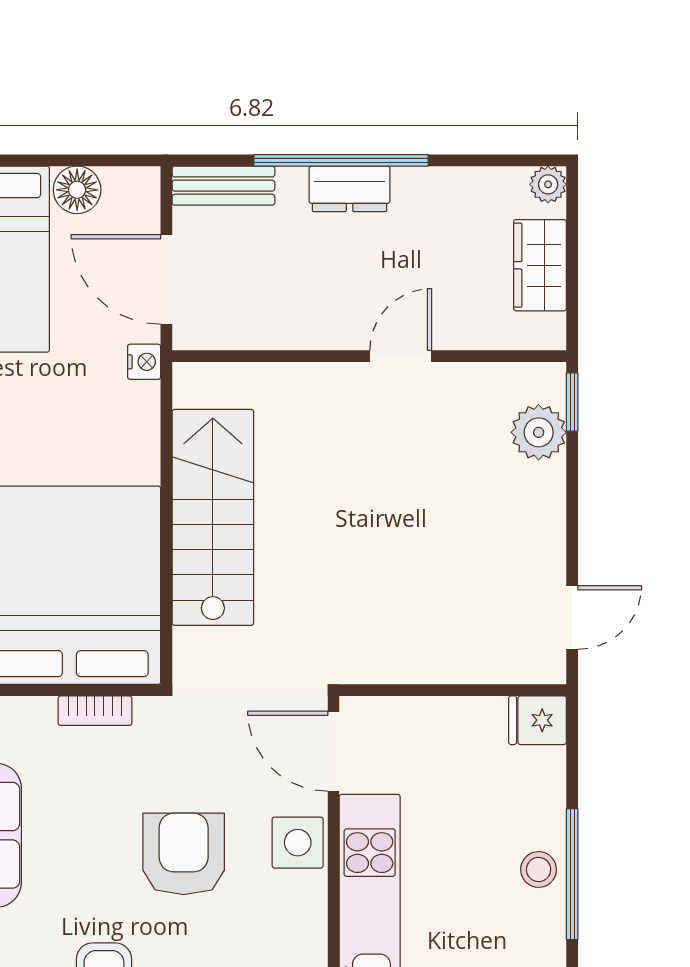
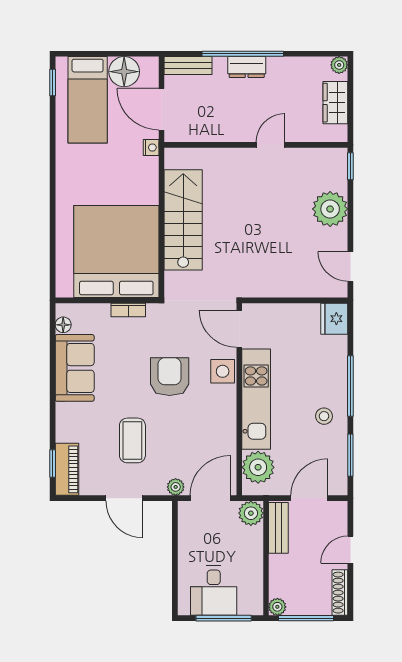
floor lamp: (77, 190) -> (124, 72), width x1.38, depth x1.38
plant: (539, 432) -> (330, 209), moved, width x1.36, depth x1.36
door: (572, 617) -> (350, 267), swing flipped
fridge: (538, 720) -> (334, 319), width x1.38
stool: (539, 869) -> (324, 416), moved

